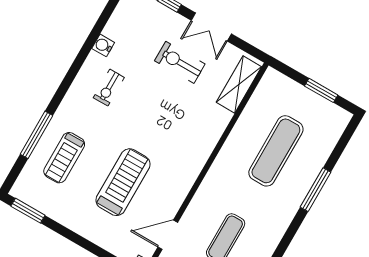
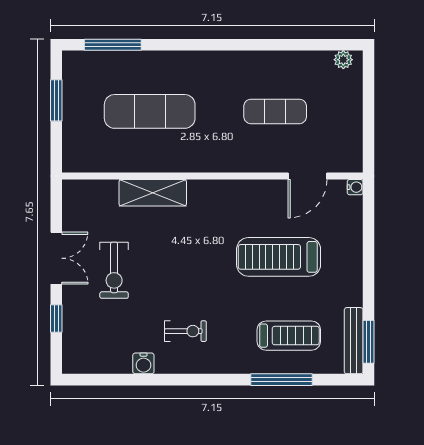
shelving: (239, 84) -> (153, 193), moved
window: (316, 190) -> (113, 45), moved
bench: (35, 201) -> (354, 341), added
door: (168, 235) -> (308, 176), hinge flipped

